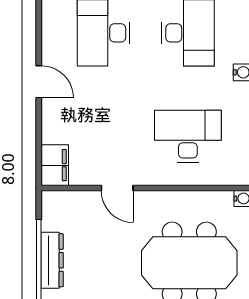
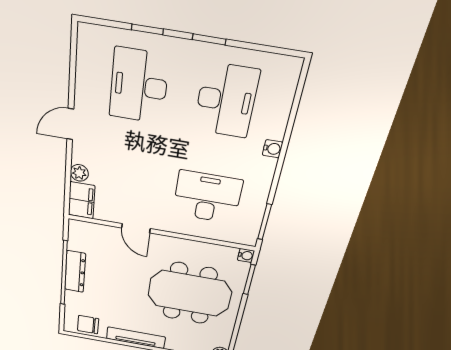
door: (39, 82) -> (70, 124), swing flipped
plant: (51, 133) -> (79, 173), added

